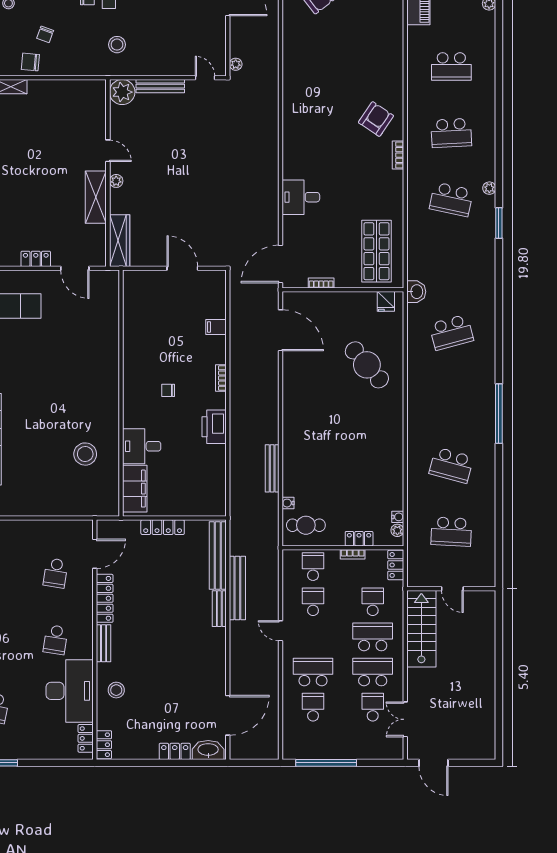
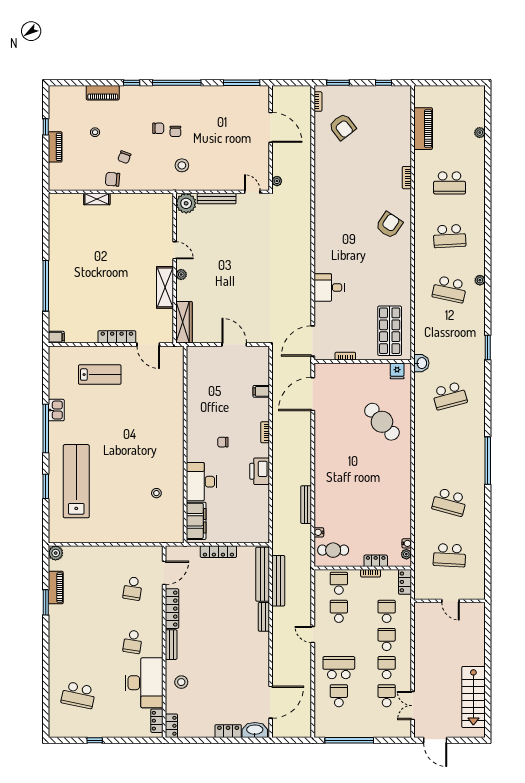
bookcase: (398, 155) -> (407, 178), moved
window: (499, 223) -> (488, 347), moved
locker: (36, 259) -> (117, 337), width x1.53
door: (280, 330) -> (313, 394), swing flipped
desk: (142, 446) -> (202, 482), width x1.37
stool: (85, 454) -> (156, 493), width x0.53, depth x0.53
bench: (237, 588) -> (278, 581), moved
stairs: (421, 629) -> (473, 697), moved, turned 180
school desk: (373, 637) -> (387, 639), width x0.54
school desk: (373, 672) -> (387, 668), width x0.54

